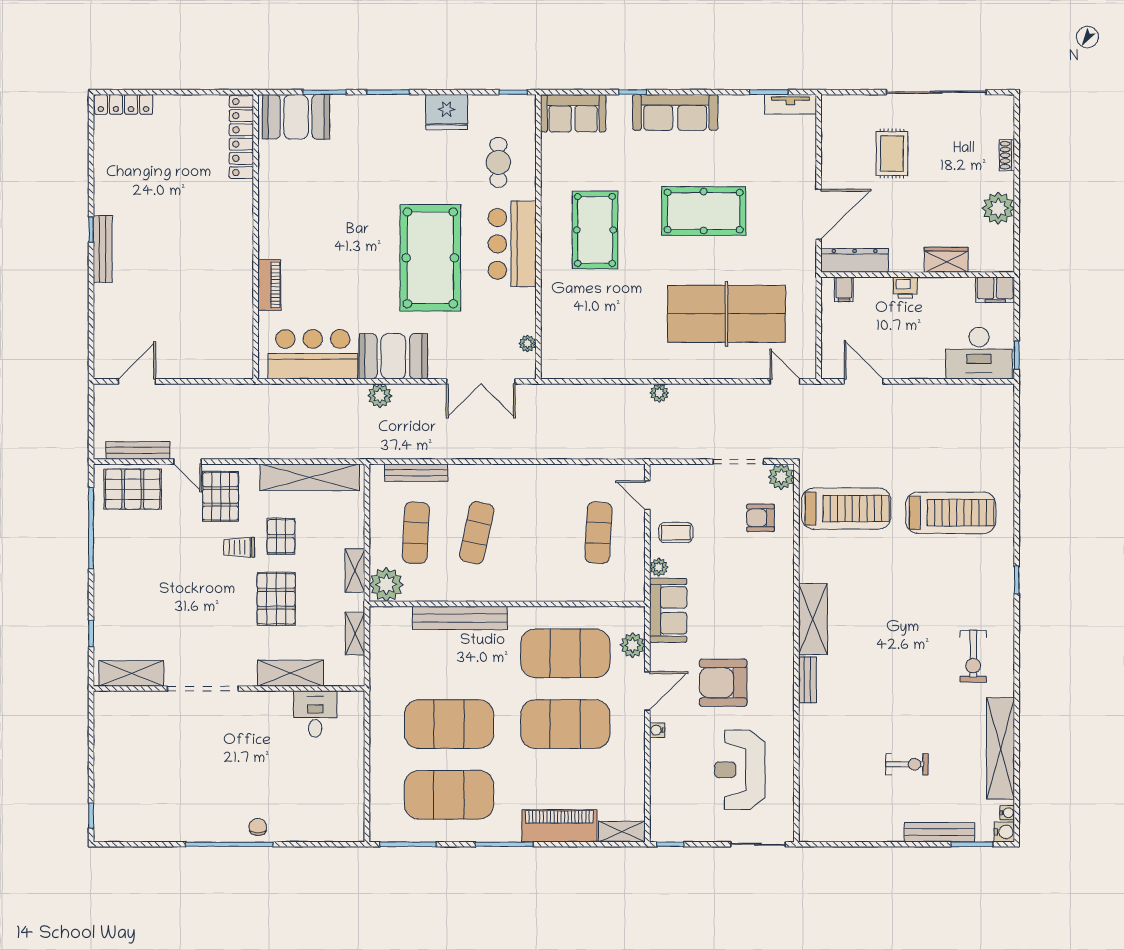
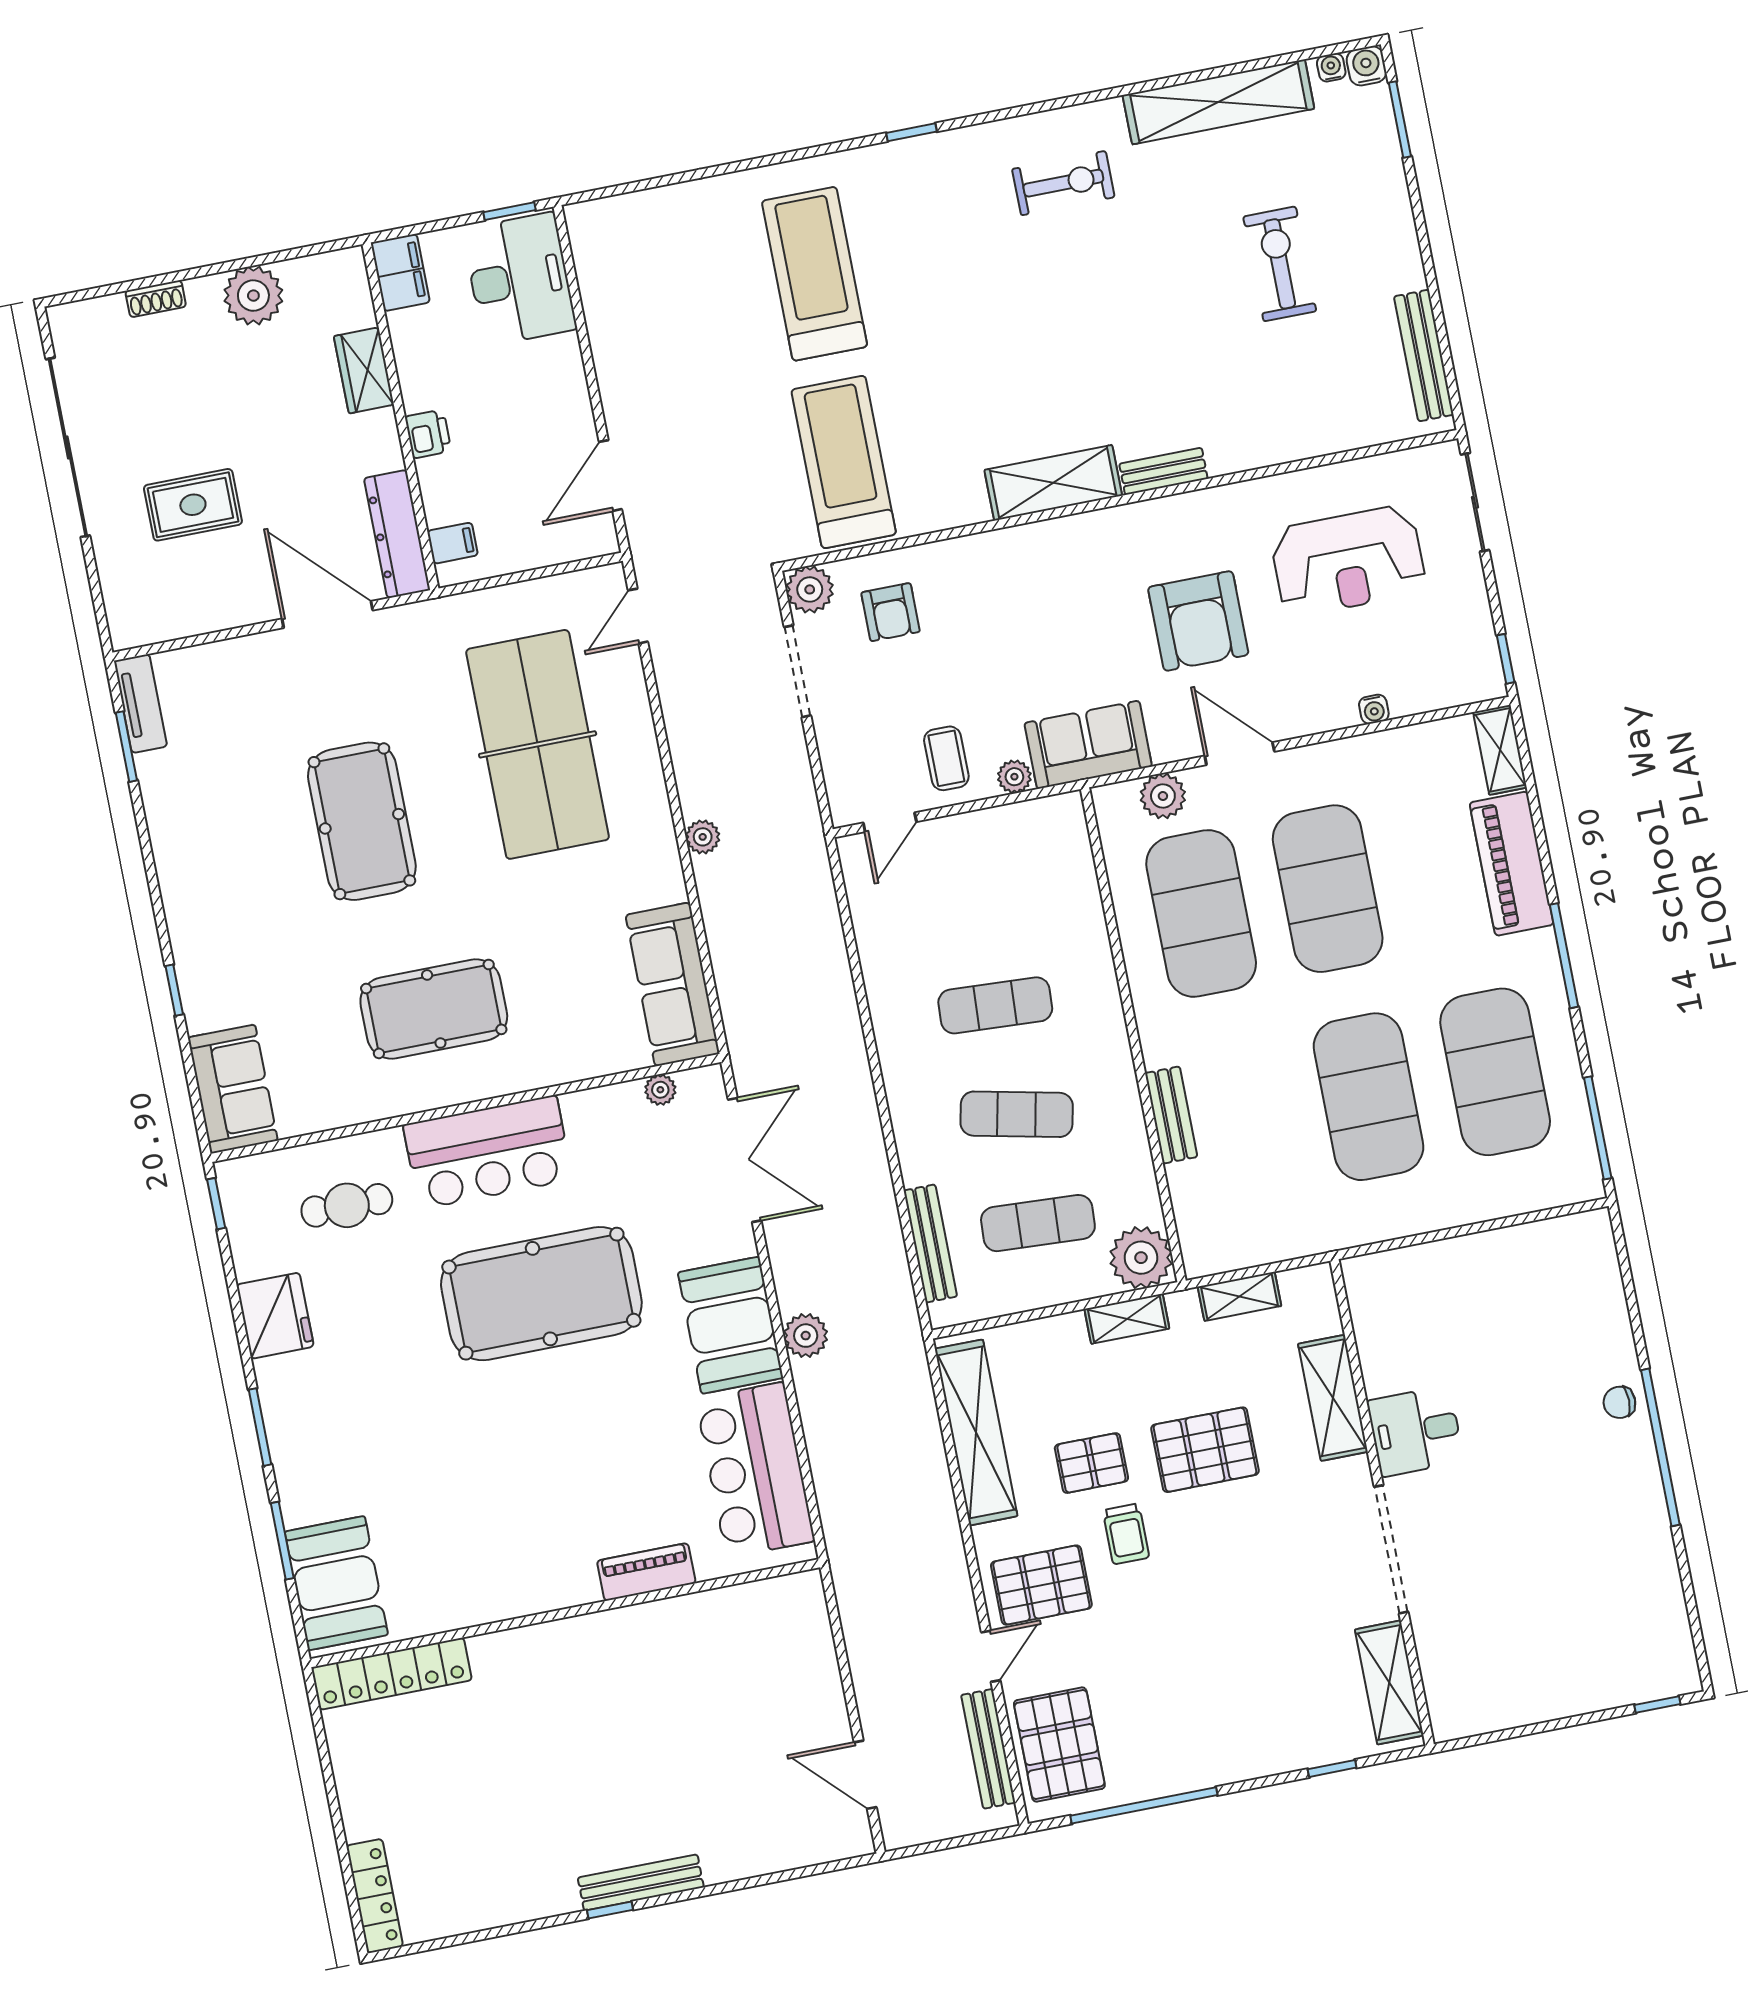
sofa: (675, 112) -> (673, 984), moved, turned 180
exercise mat: (598, 533) -> (995, 1005), moved
bench: (460, 618) -> (1171, 1115), width x0.54, depth x0.82
desk: (315, 714) -> (1415, 1431), moved
water cooler: (657, 730) -> (1374, 709), moved
exercise bike: (907, 764) -> (1280, 264), width x1.38, depth x1.39
bench: (940, 832) -> (1424, 356), moved

